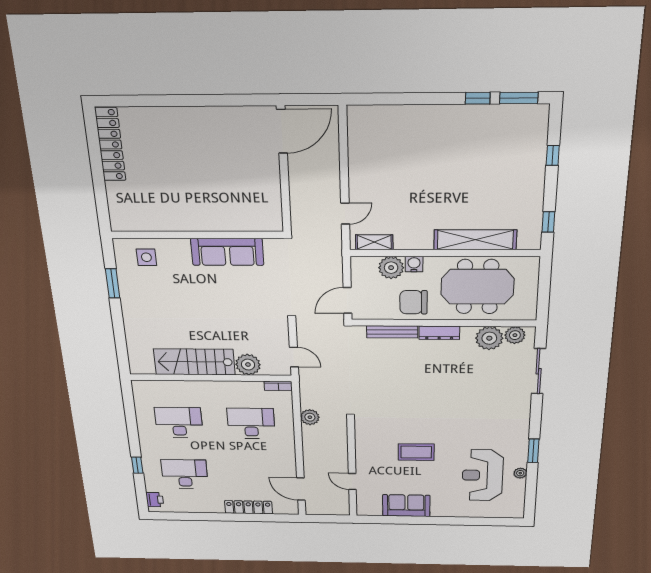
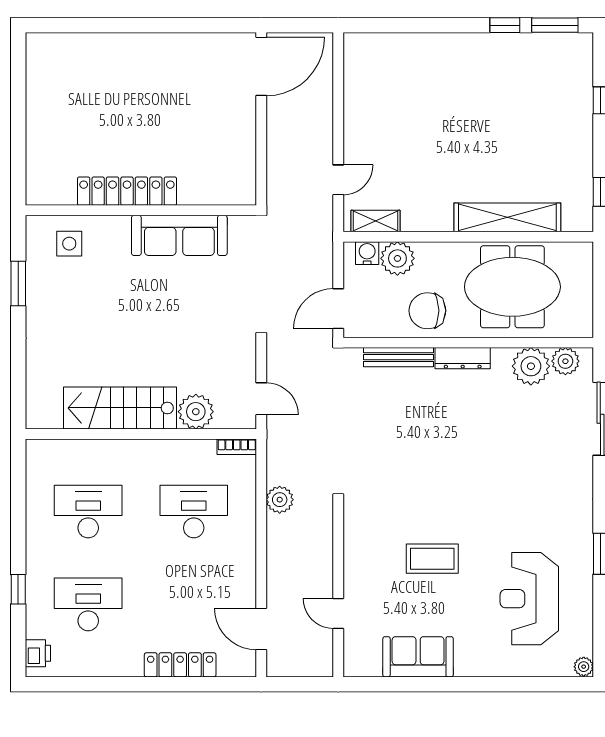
locker: (110, 145) -> (127, 191), moved, turned -90
water cooler: (414, 264) -> (367, 253), moved
plant: (520, 473) -> (584, 667), moved

